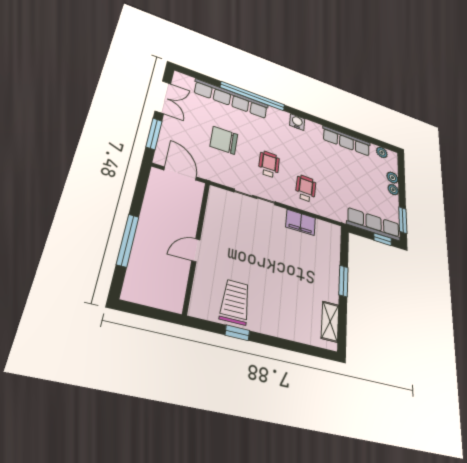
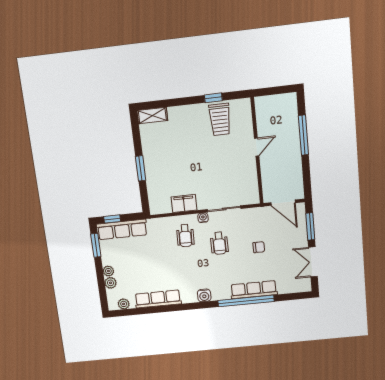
row of seats: (231, 99) -> (254, 290), width x0.73
chair: (224, 140) -> (259, 247), width x0.54, depth x0.54
water cooler: (282, 198) -> (203, 218), added
shelving: (330, 322) -> (152, 116), moved, turned 90

